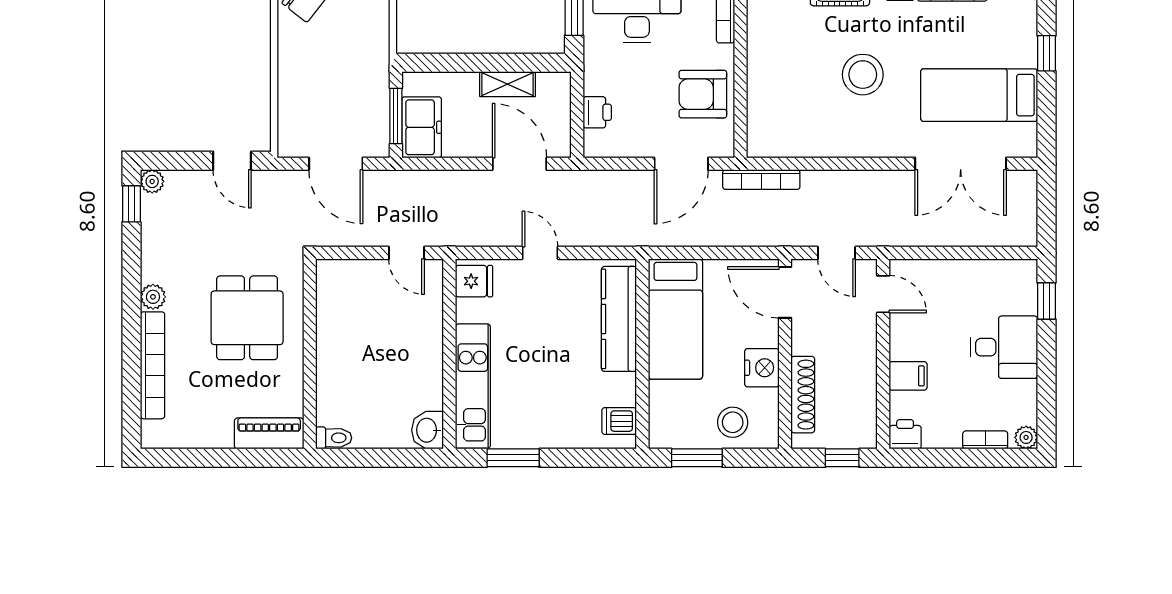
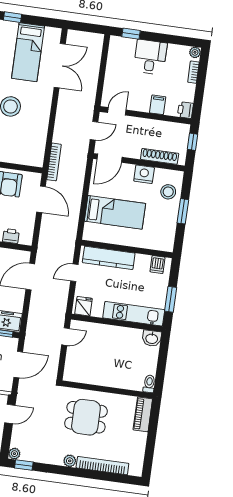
kitchen counter: (619, 319) -> (109, 258), moved
wall: (642, 354) -> (127, 249), moved
dishwasher: (619, 421) -> (158, 264), moved

